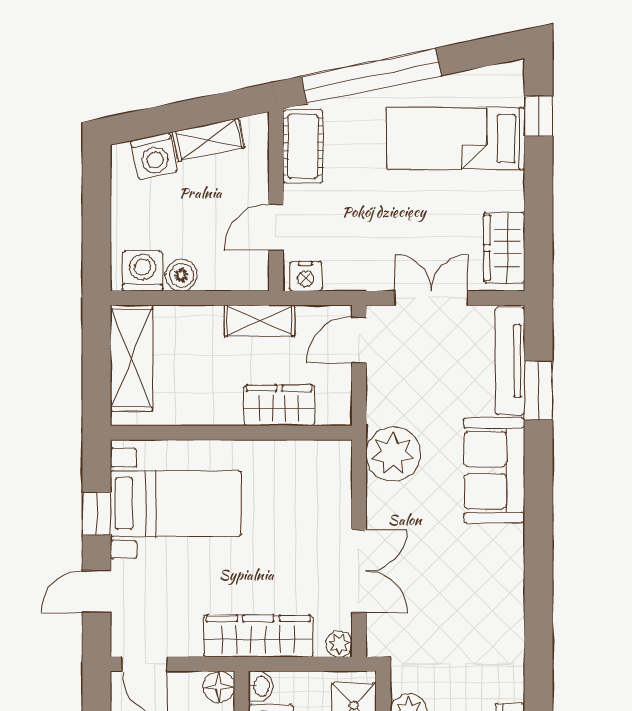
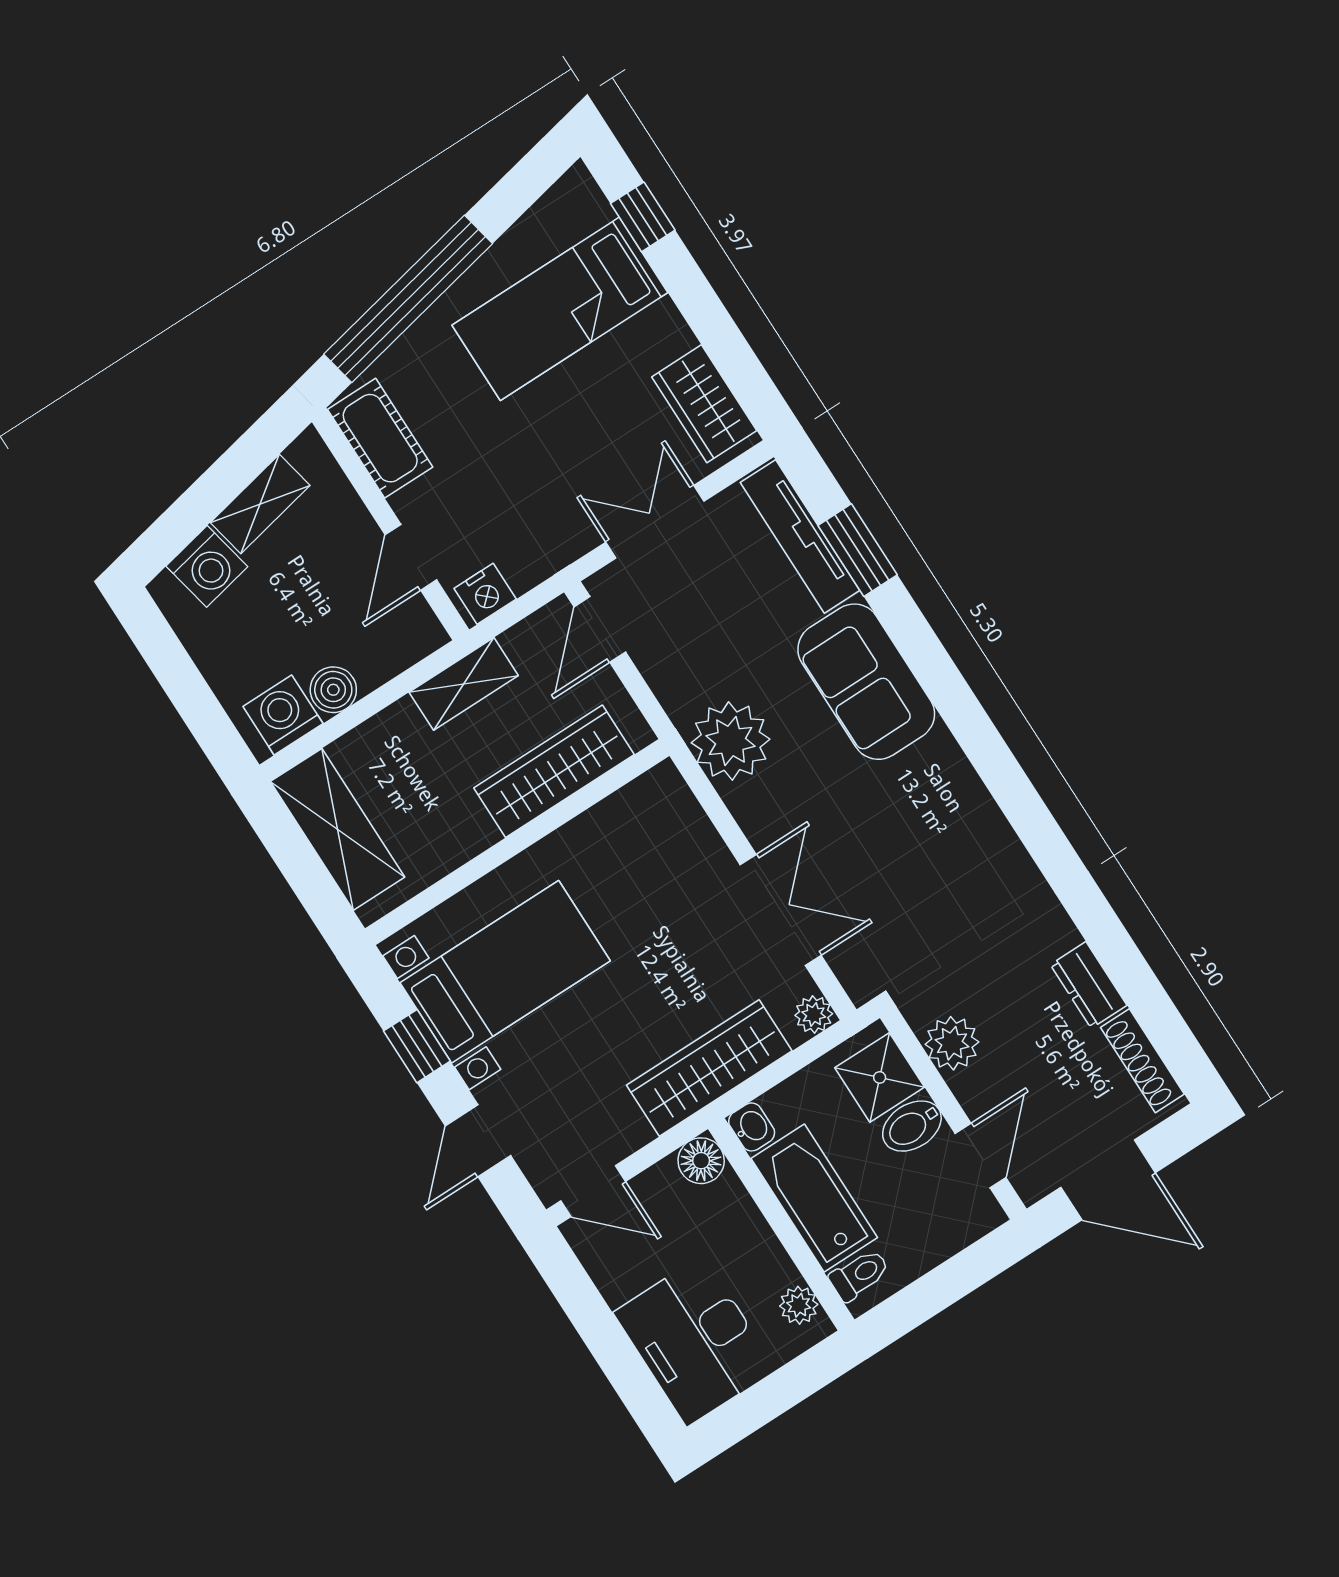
wardrobe: (279, 405) -> (554, 771), width x1.50

